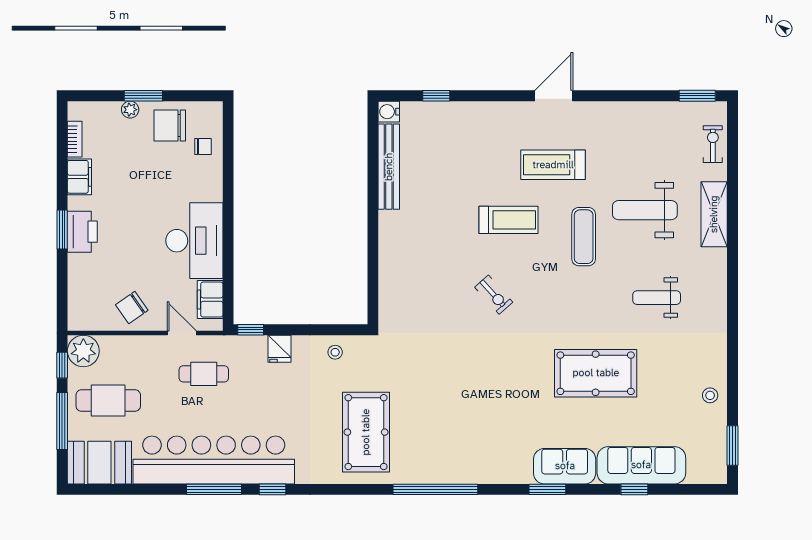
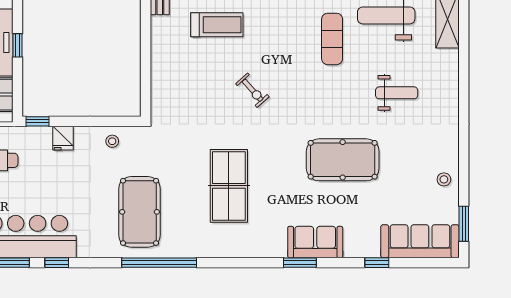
treadmill: (508, 220) -> (217, 25), moved
window: (228, 244) -> (18, 45), added
weight bench: (657, 298) -> (397, 93), turned 180
table tennis table: (467, 403) -> (229, 186), added
sofa: (641, 465) -> (420, 241), moved
window: (435, 489) -> (159, 263), moved

